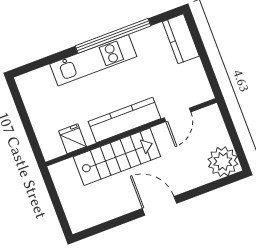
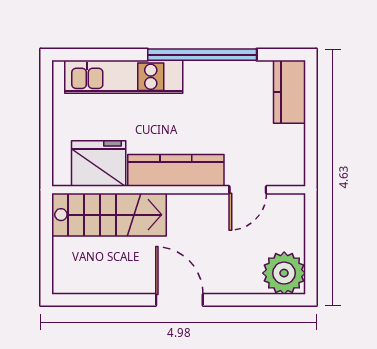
kitchen unit: (93, 60) -> (124, 77), moved
fridge: (72, 139) -> (99, 164), width x1.88, depth x1.34
stairs: (117, 157) -> (109, 215), moved

